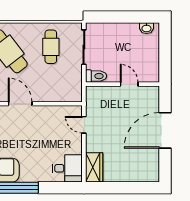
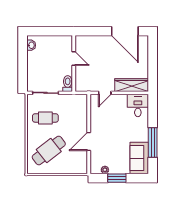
door: (129, 84) -> (74, 58), swing flipped
door: (165, 130) -> (125, 31), moved
wardrobe: (94, 167) -> (132, 85), width x1.50

